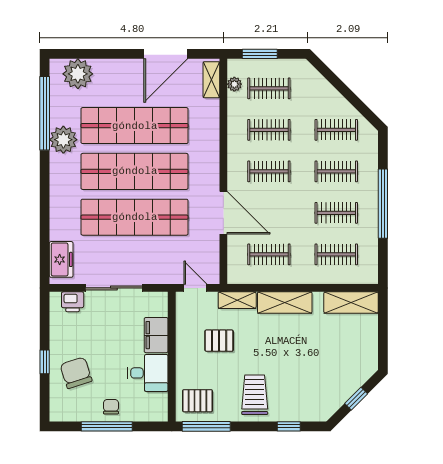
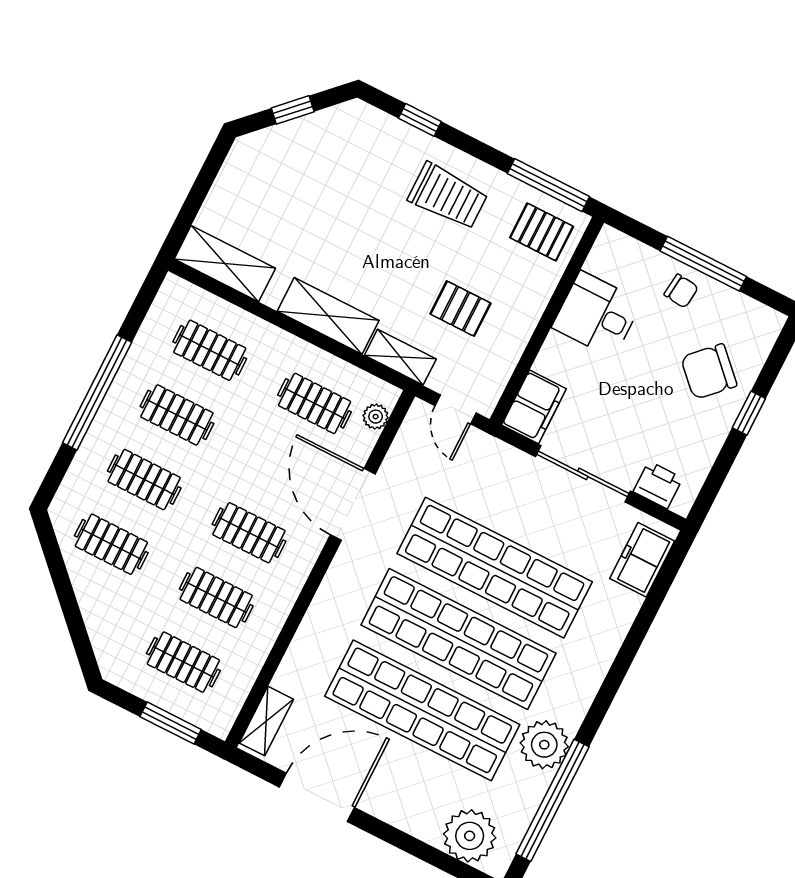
plant: (234, 84) -> (376, 417), moved
filing cabinet: (156, 335) -> (534, 407), moved
chair: (76, 373) -> (709, 372), turned 63
trolley: (255, 395) -> (448, 196), turned -90
chair: (111, 407) -> (681, 291), turned -84

